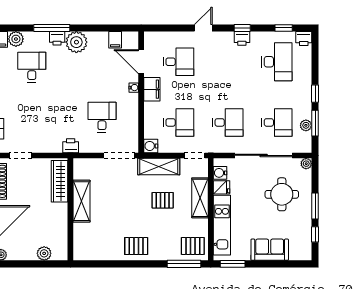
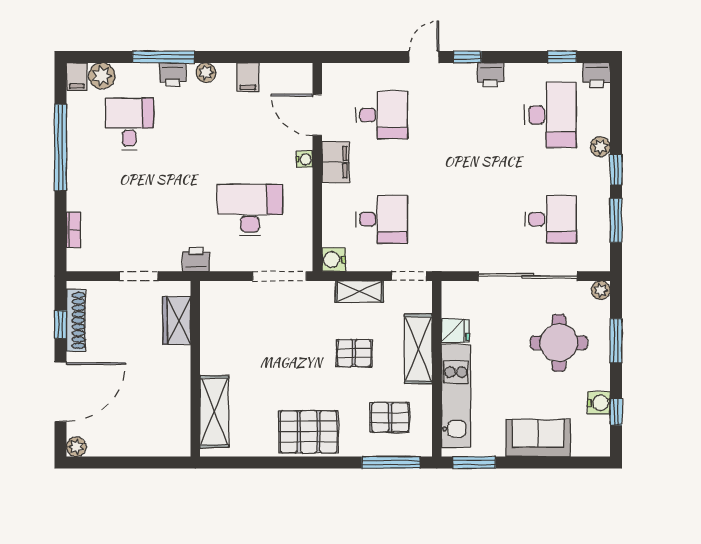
window: (242, 28) -> (467, 57), moved
filing cabinet: (115, 40) -> (248, 77), moved
plant: (76, 42) -> (206, 73), width x0.53, depth x0.53
desk: (102, 117) -> (250, 210), width x1.37
desk: (228, 122) -> (466, 219), removed
plant: (306, 125) -> (600, 147), moved
doorway: (20, 155) -> (139, 276), moved
shelving: (159, 167) -> (359, 291), width x0.67, depth x0.75
water cooler: (220, 173) -> (599, 403), moved, turned 180
wardrobe: (59, 181) -> (177, 320), width x0.67
shelving: (81, 201) -> (214, 412), moved
window: (315, 206) -> (616, 341), moved
pallet: (136, 246) -> (309, 432), width x1.50, depth x1.42
pallet: (193, 246) -> (390, 417), moved
plant: (44, 253) -> (150, 444), removed

